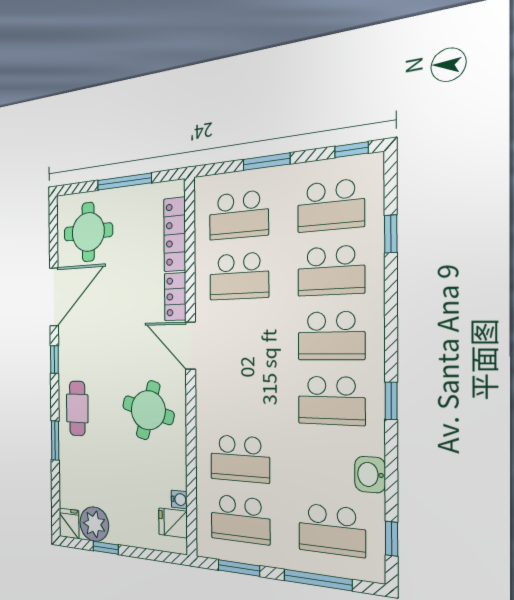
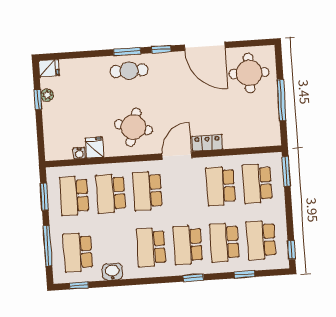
window: (266, 162) -> (286, 171), moved
locker: (175, 234) -> (246, 140), removed
school desk: (240, 398) -> (147, 191), added
window: (391, 401) -> (193, 278), moved
window: (55, 441) -> (127, 52), moved
fridge: (173, 523) -> (94, 148), moved
plant: (94, 524) -> (47, 95), width x0.53, depth x0.53

